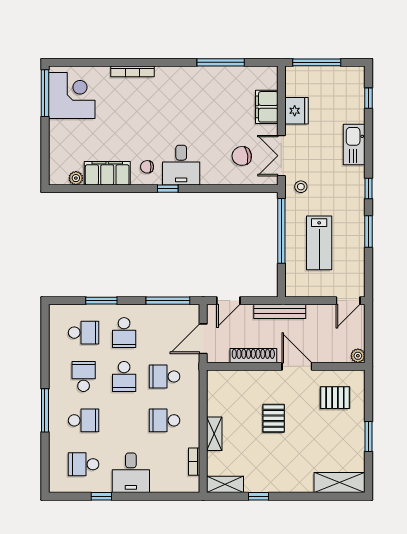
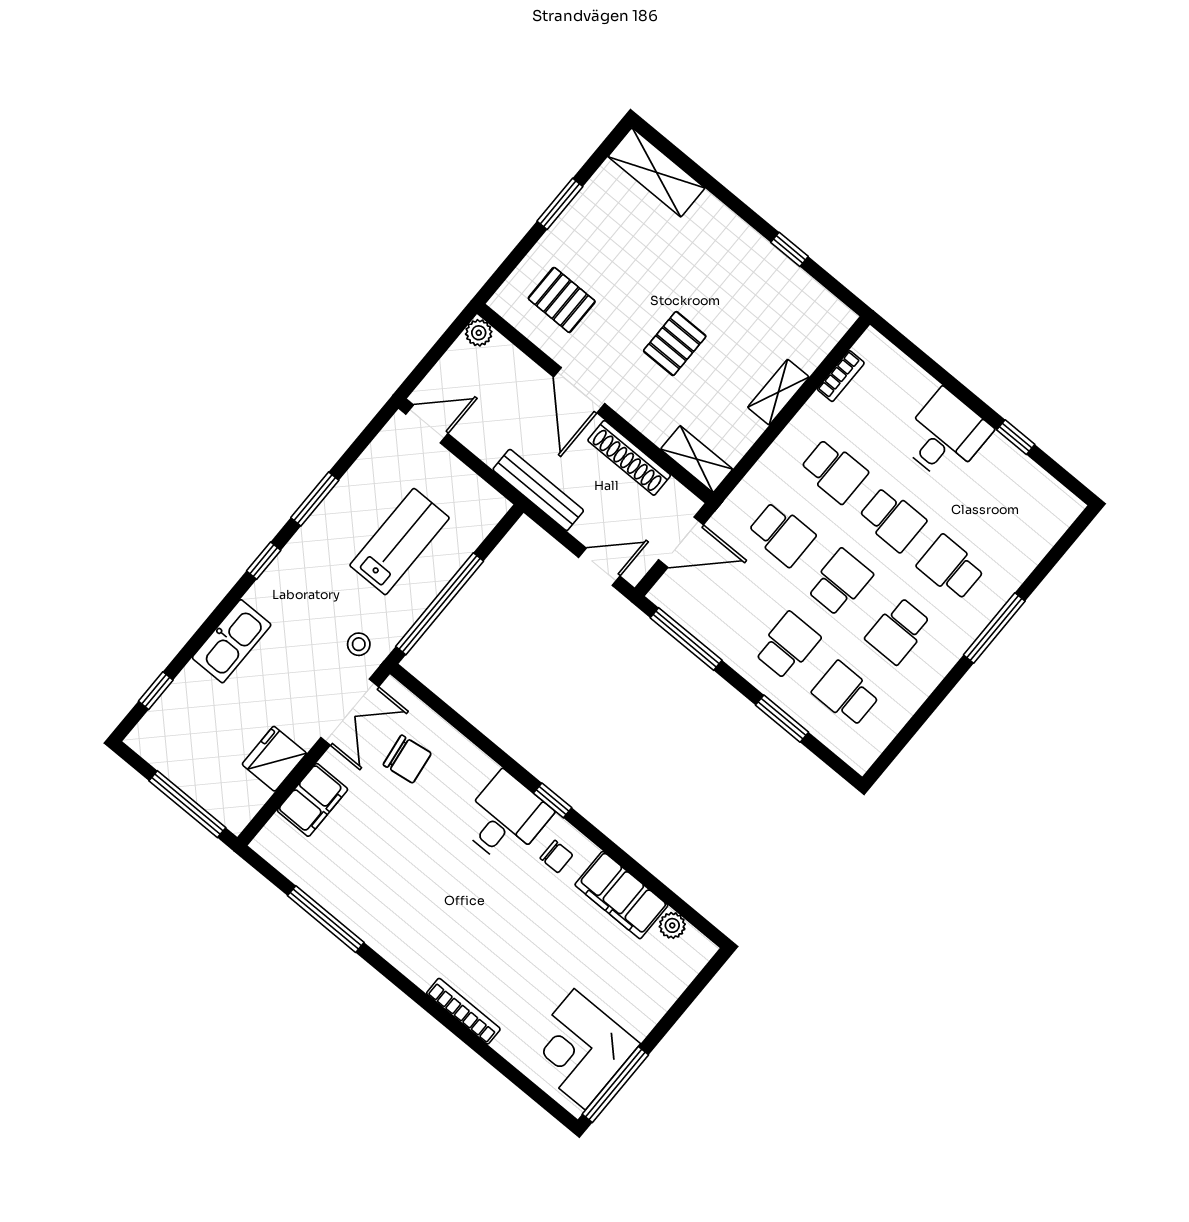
school desk: (84, 464) -> (892, 519), moved
shelving: (225, 484) -> (697, 459), moved

